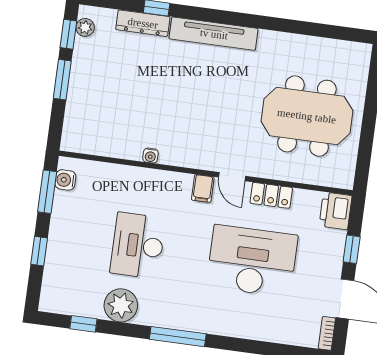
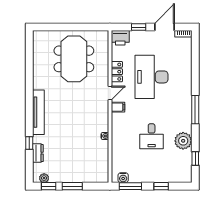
dresser: (143, 23) -> (38, 153), width x0.70
desk: (138, 246) -> (152, 136), width x0.73

